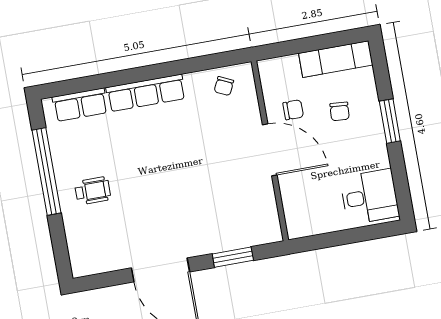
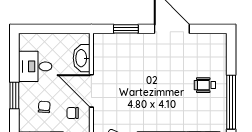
desk: (369, 197) -> (35, 66), moved
washbasin: (294, 199) -> (82, 58), added

